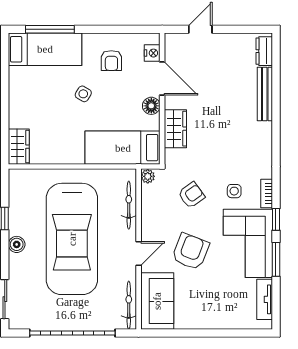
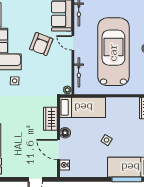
armchair: (111, 61) -> (89, 160), removed
armchair: (191, 195) -> (41, 78), removed
door: (139, 253) -> (73, 43), hinge flipped

